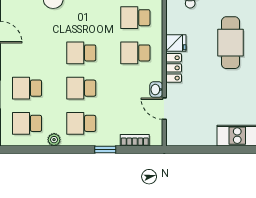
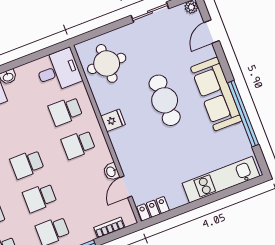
locker: (174, 68) -> (153, 209), moved, turned -90
door: (164, 109) -> (126, 187), hinge flipped

